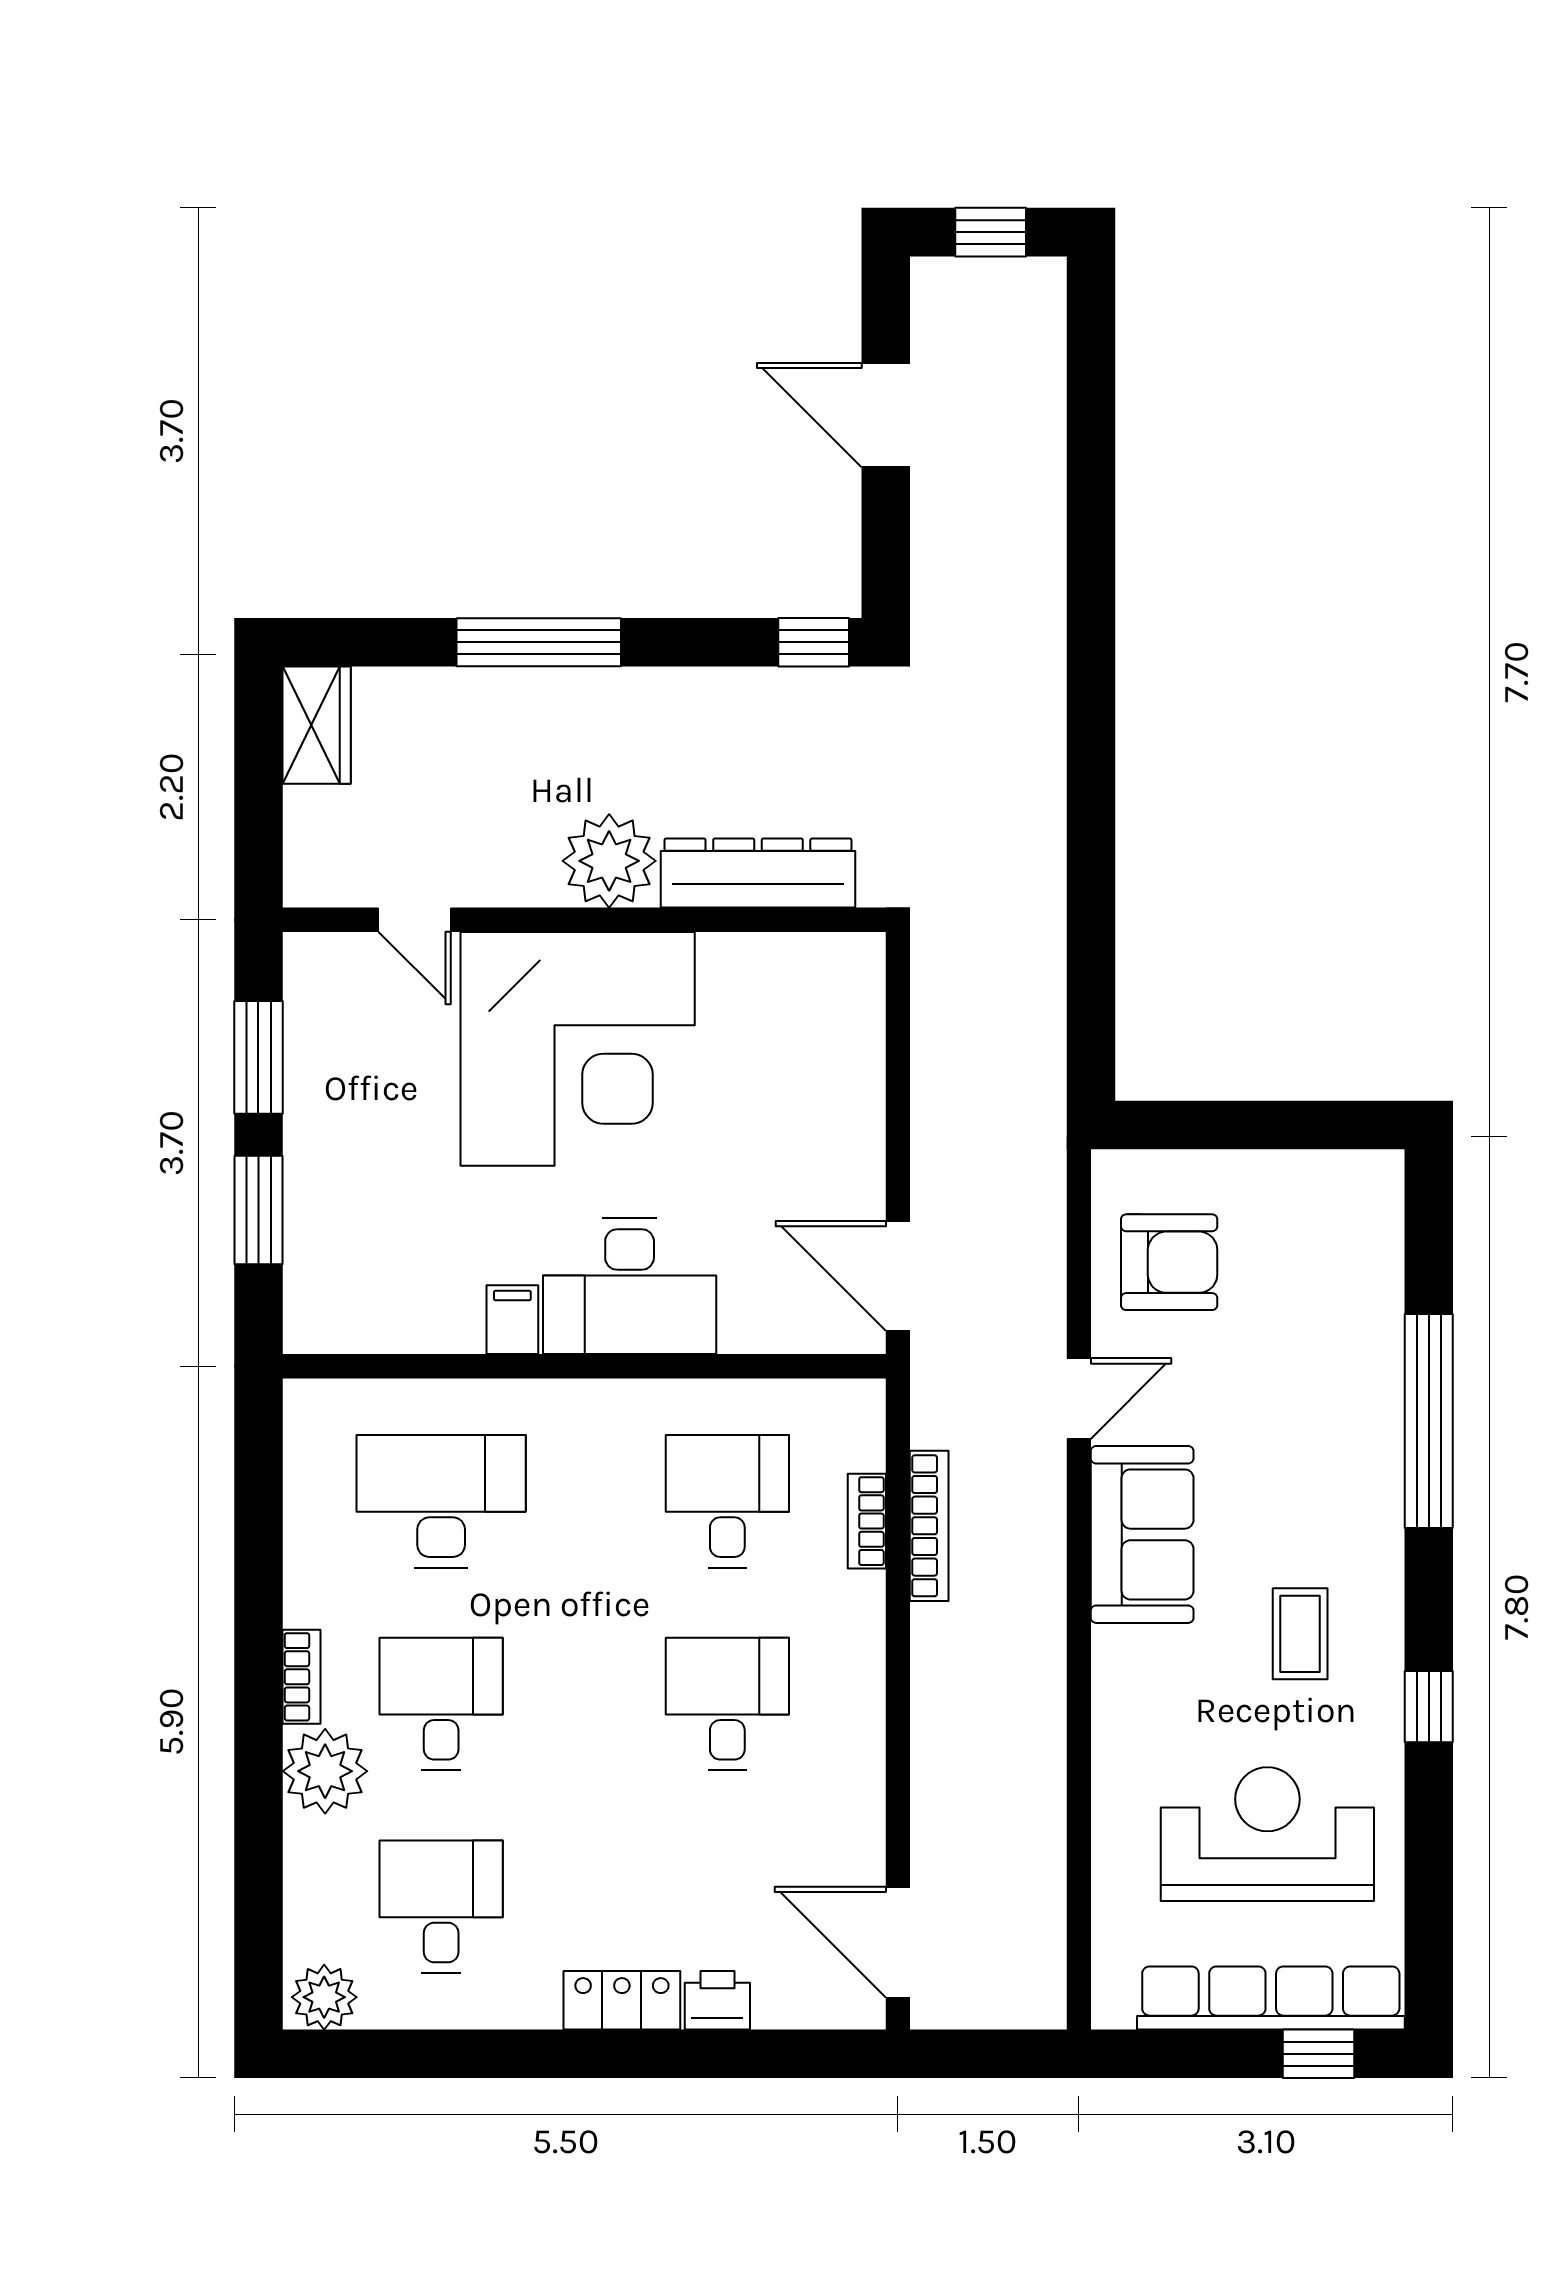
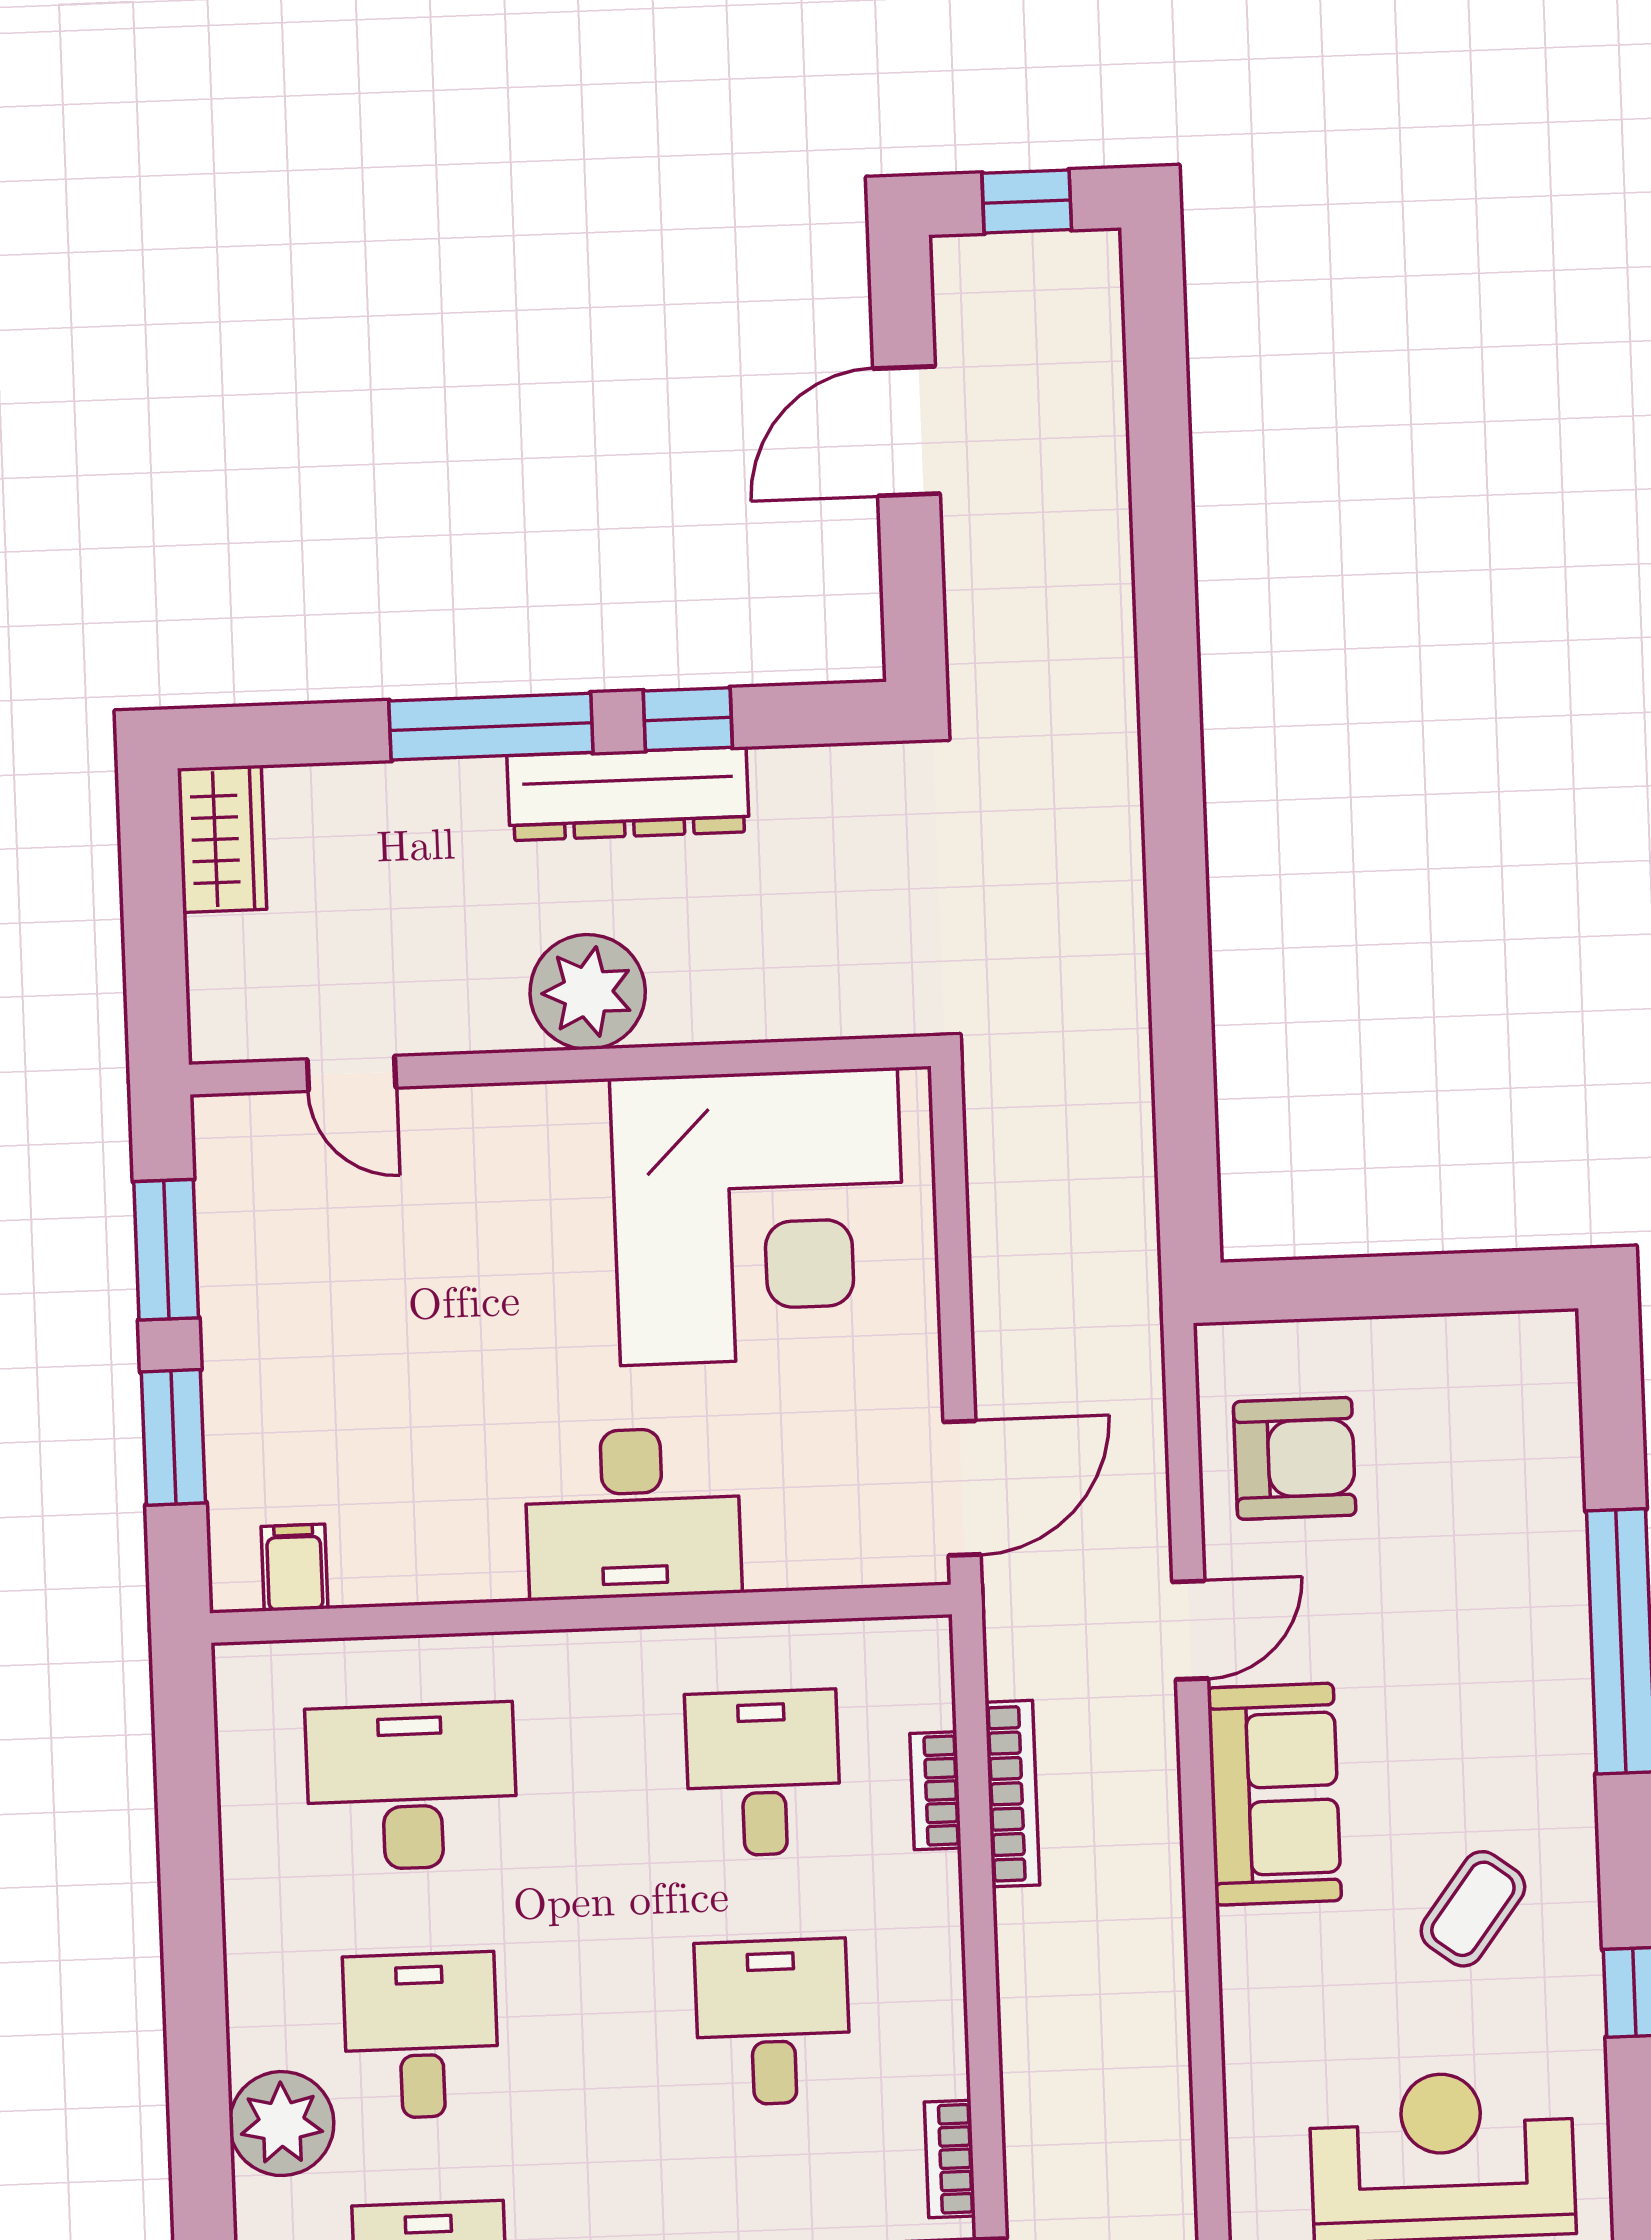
door: (886, 415) -> (907, 431), hinge flipped
window: (814, 642) -> (688, 719), moved
dresser: (758, 873) -> (628, 794), moved, turned 180
corner desk: (578, 1049) -> (759, 1217), moved
door: (898, 1276) -> (962, 1488), swing flipped
filing cabinet: (512, 1320) -> (295, 1568), moved
coffee table: (1300, 1634) -> (1473, 1909), turned 37
bookcase: (301, 1677) -> (950, 2159), moved, turned 180

